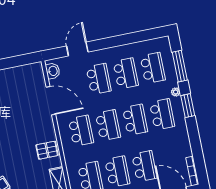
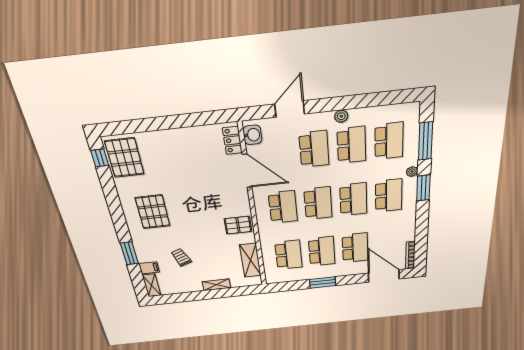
plant: (115, 51) -> (341, 116), added
locker: (39, 76) -> (232, 140), added

